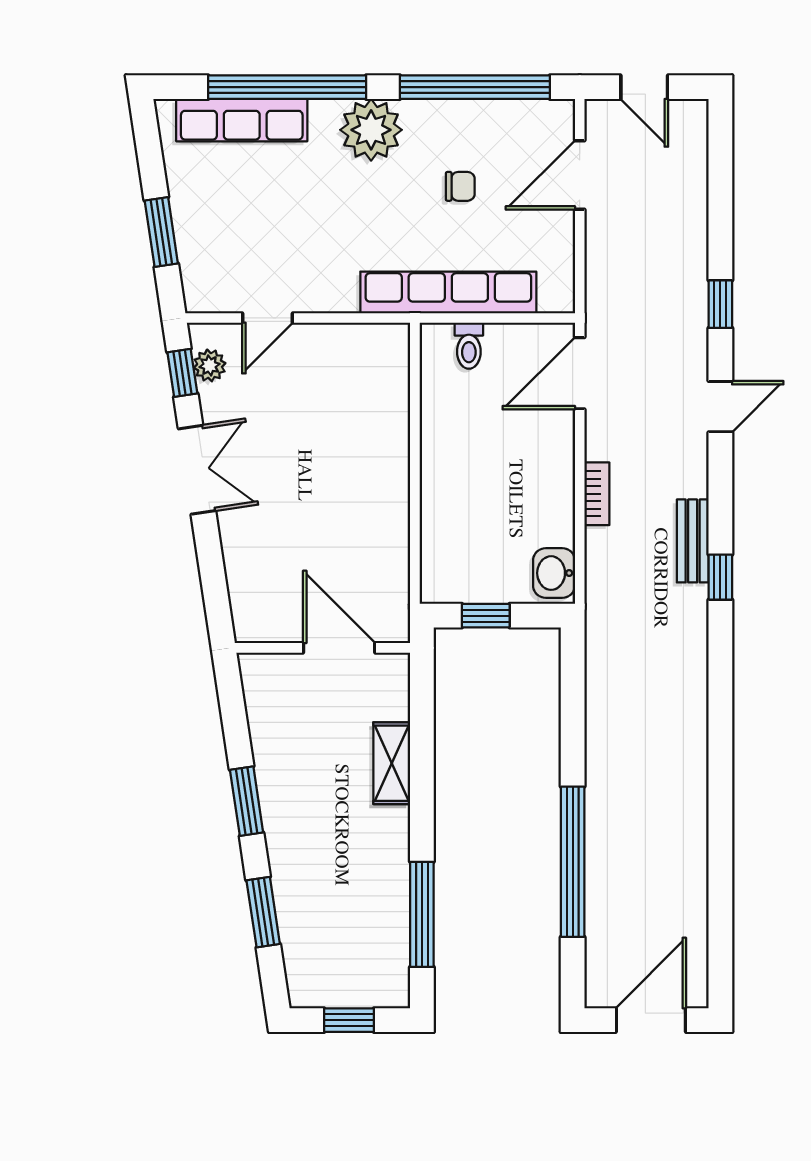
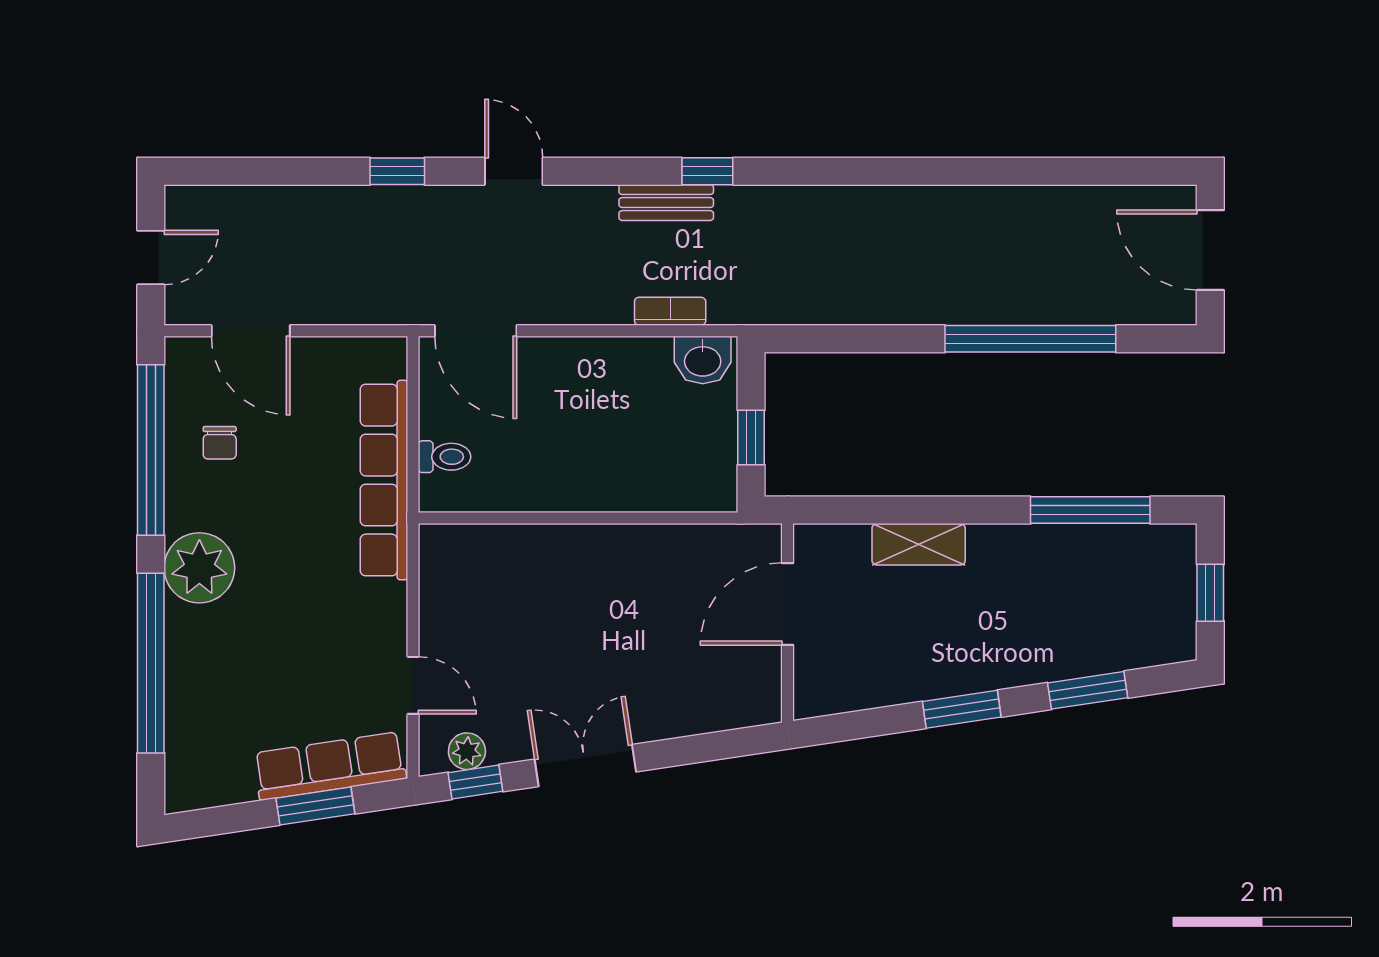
row of seats: (242, 120) -> (330, 766), moved, turned -99
chair: (460, 186) -> (220, 443), moved, turned 180
bookcase: (597, 494) -> (670, 311), moved

